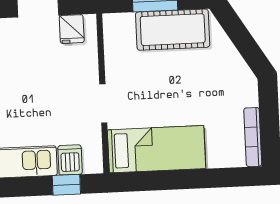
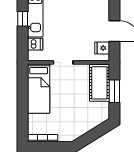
cot: (173, 30) -> (99, 83), moved
window: (66, 185) -> (23, 19), moved

